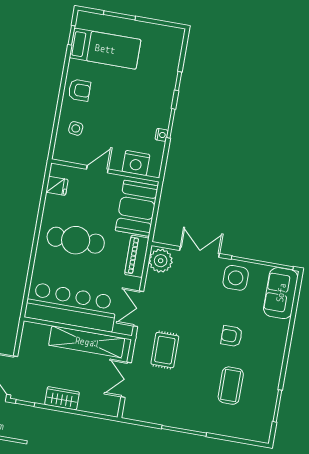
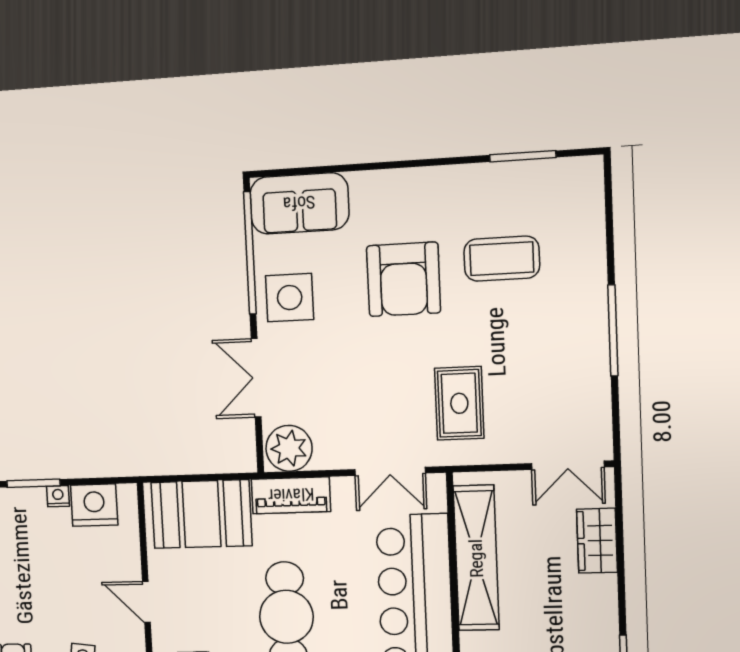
nightstand: (136, 163) -> (94, 505), moved, turned -90
armchair: (232, 336) -> (404, 279), width x1.88, depth x1.88
rug: (165, 350) -> (459, 403), turned 90
double door: (126, 380) -> (568, 465), moved
wardrobe: (62, 398) -> (597, 541), moved

